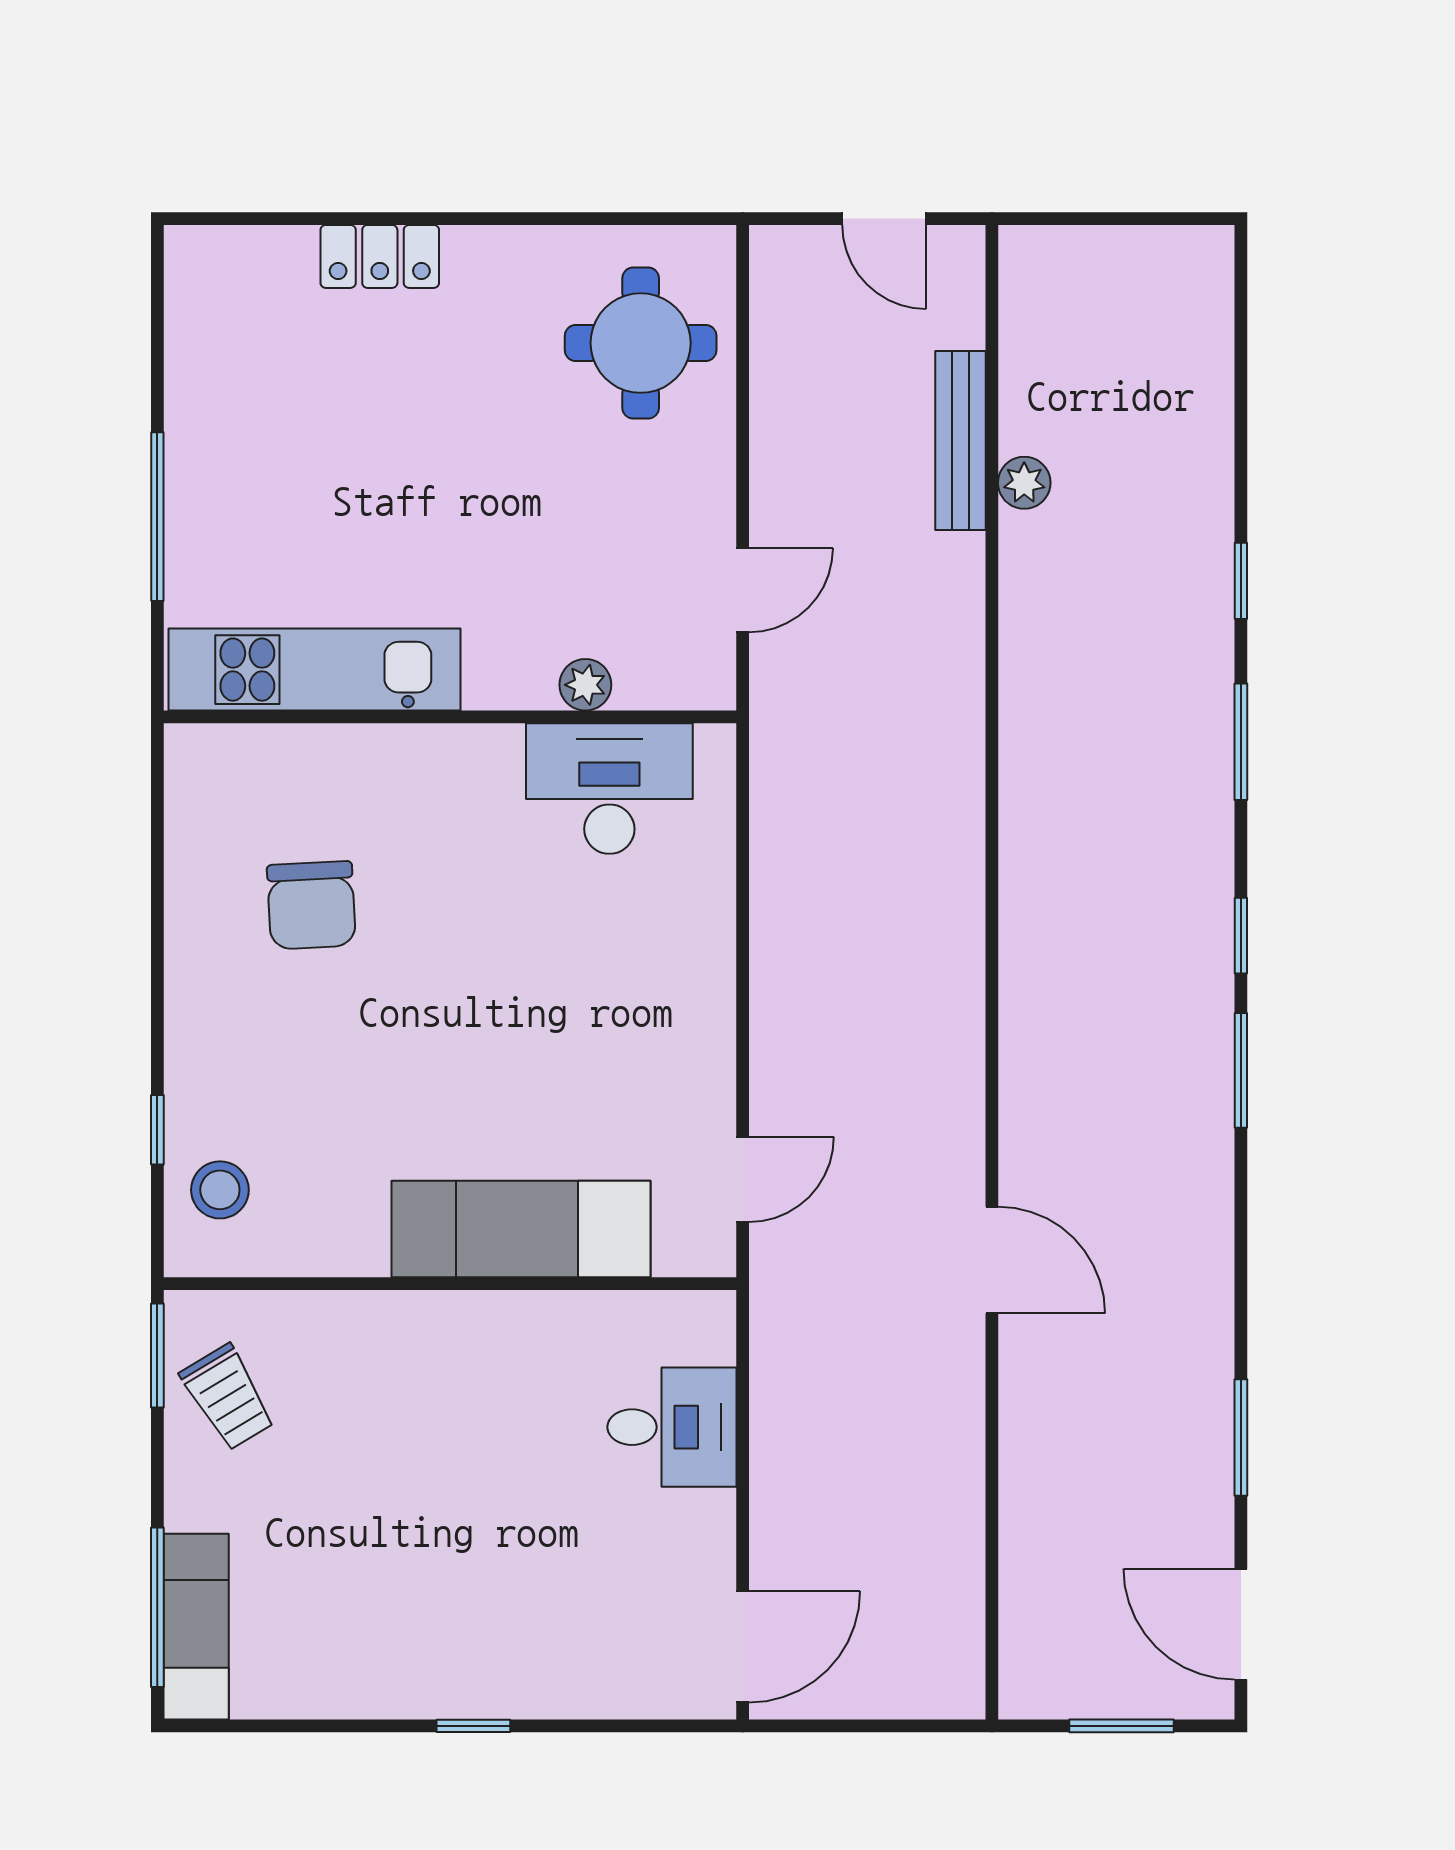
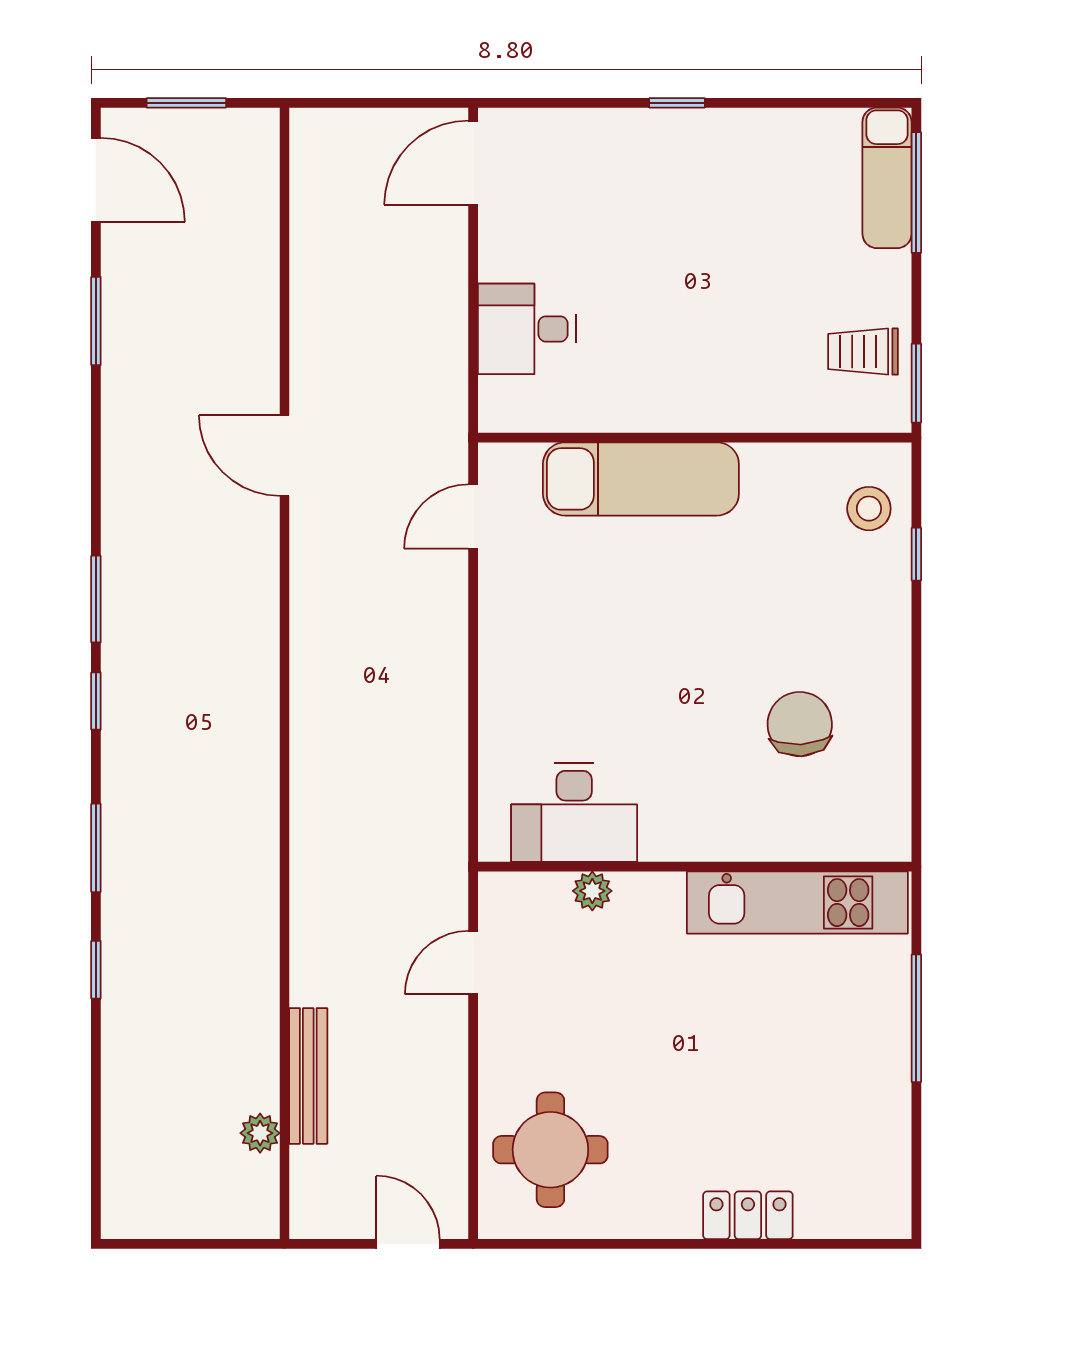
door: (884, 219) -> (408, 1244), moved
plant: (1024, 483) -> (260, 1133), moved
trolley: (228, 1397) -> (863, 352), turned -59

